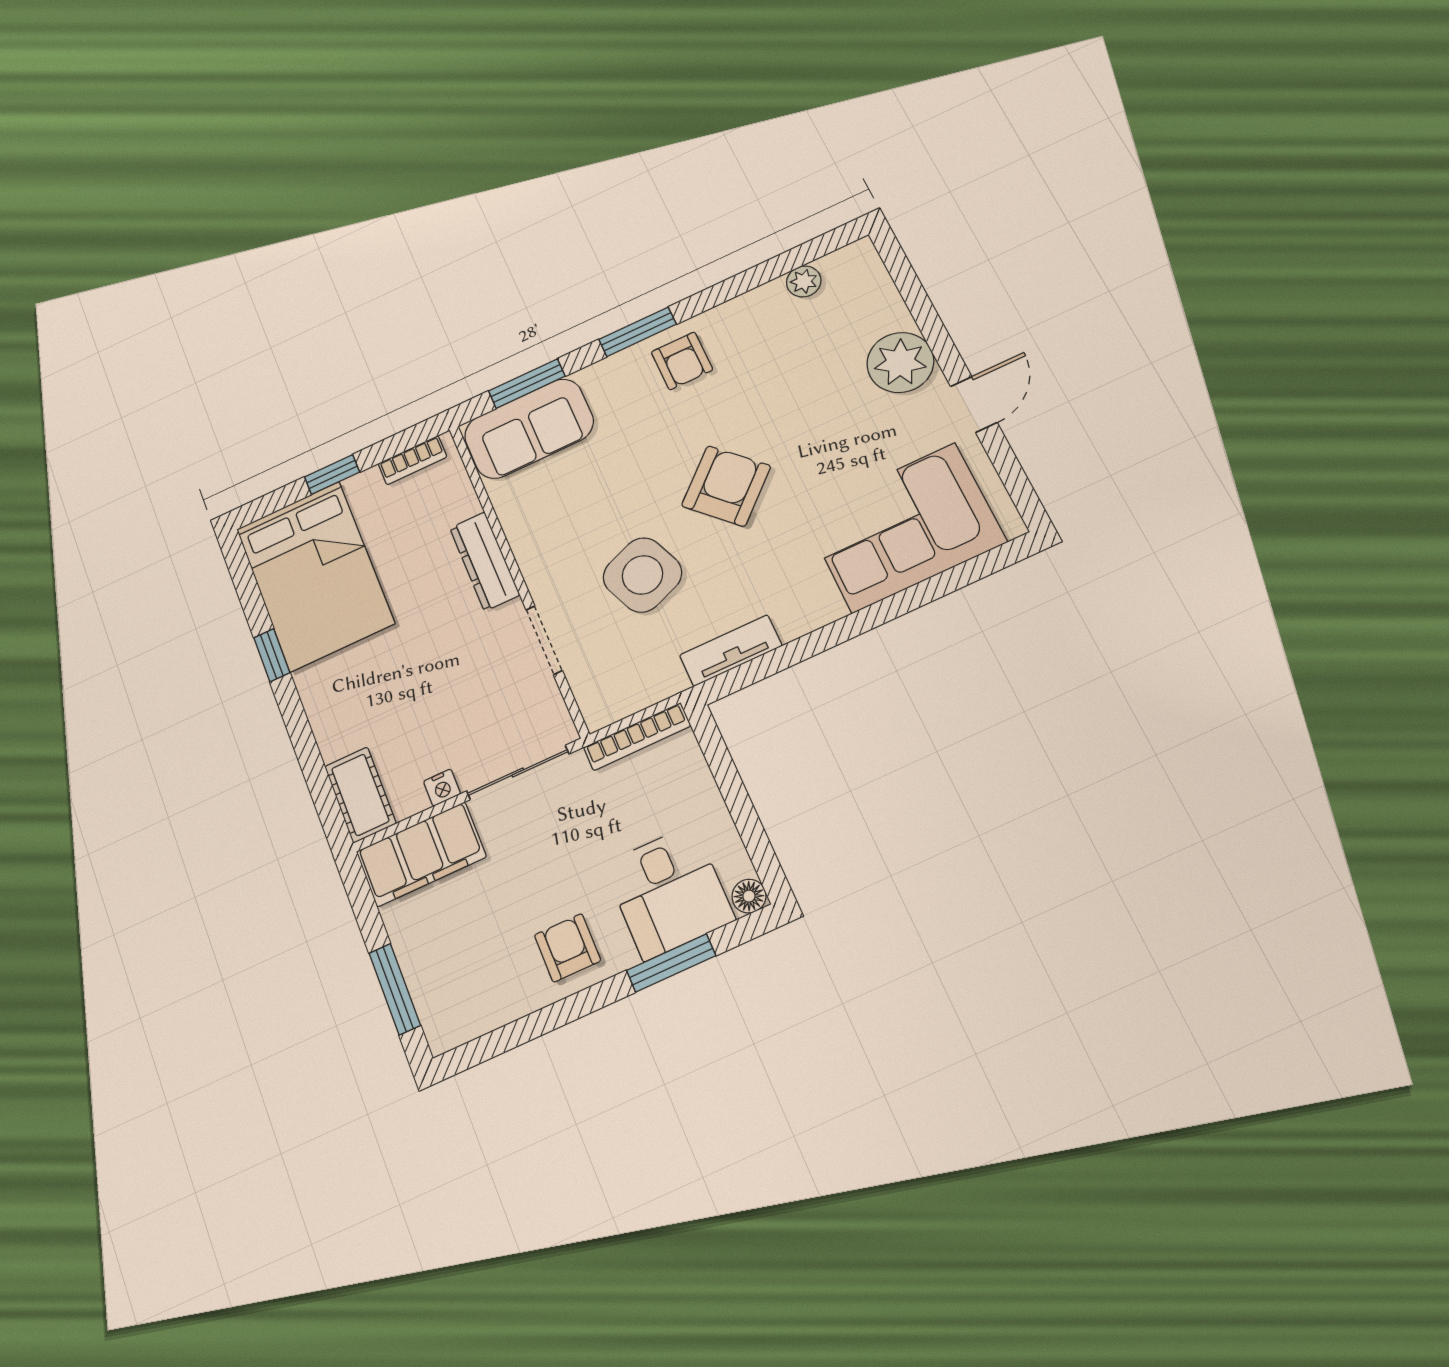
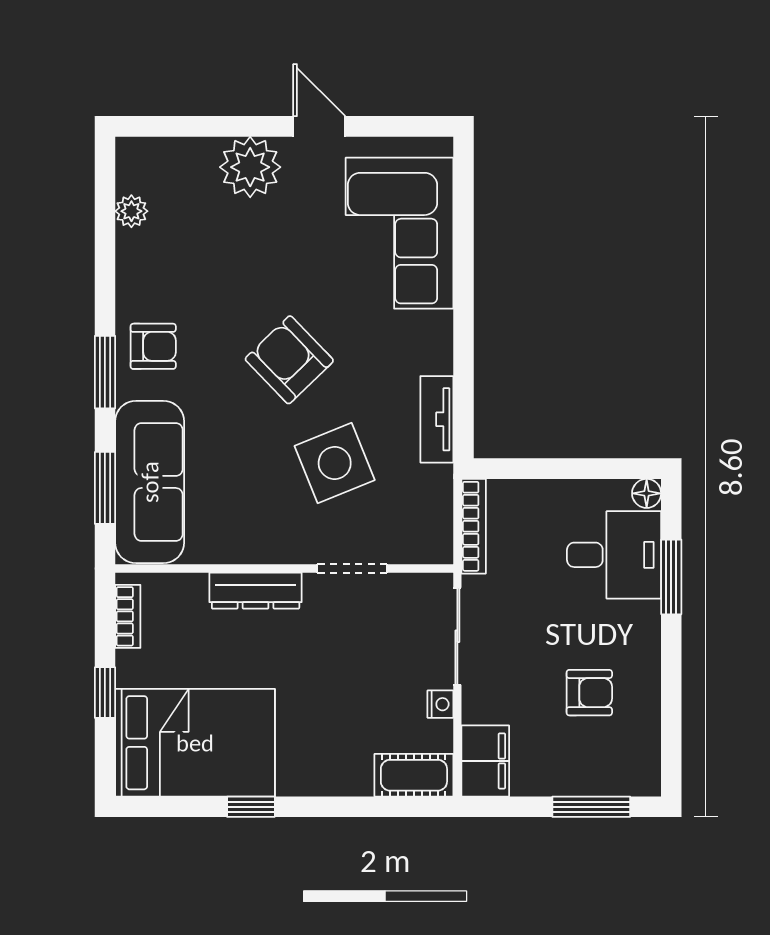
sofa: (529, 429) -> (150, 482), width x1.36
filing cabinet: (421, 854) -> (485, 761), width x0.67, depth x0.86
armchair: (568, 948) -> (589, 693), moved, turned 180

